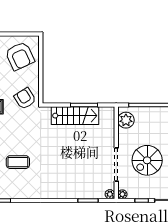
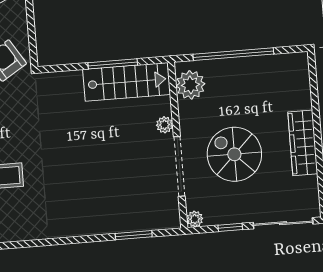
stairs: (75, 116) -> (127, 82), moved
spiral stairs: (147, 160) -> (234, 154), turned 90
plant: (110, 194) -> (165, 125), moved

